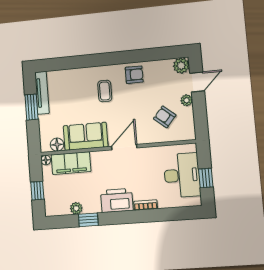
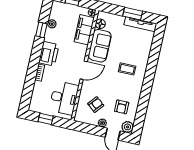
armchair: (134, 75) -> (122, 107), moved
door: (124, 147) -> (84, 70), hinge flipped
desk: (182, 175) -> (64, 98), moved, turned -90

